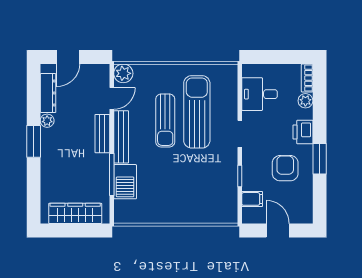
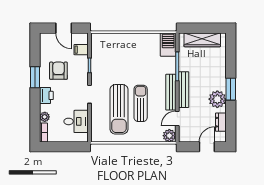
dresser: (48, 93) -> (221, 122), width x0.70
plant: (47, 121) -> (217, 99), width x1.88, depth x1.88
bench: (102, 134) -> (184, 90), width x1.36
armchair: (285, 168) -> (58, 71), turned 180
barbecue: (125, 182) -> (168, 45), moved

